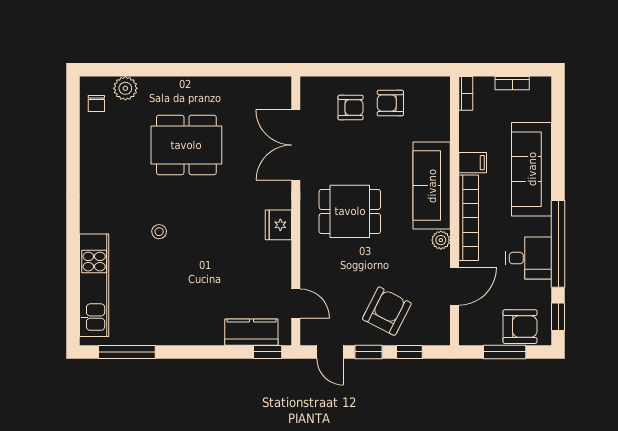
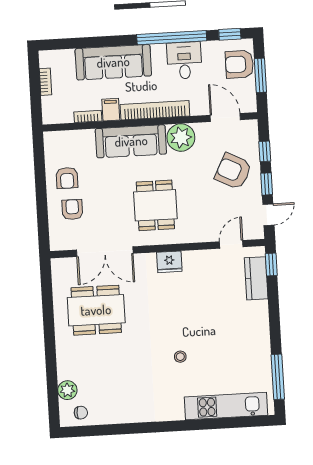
bookcase: (466, 93) -> (88, 116), moved
dining table: (186, 145) -> (96, 310), moved, turned 90
plant: (441, 240) -> (181, 138), width x1.88, depth x1.88
door: (454, 286) -> (225, 118), moved
armchair: (520, 327) -> (239, 64), turned -90

